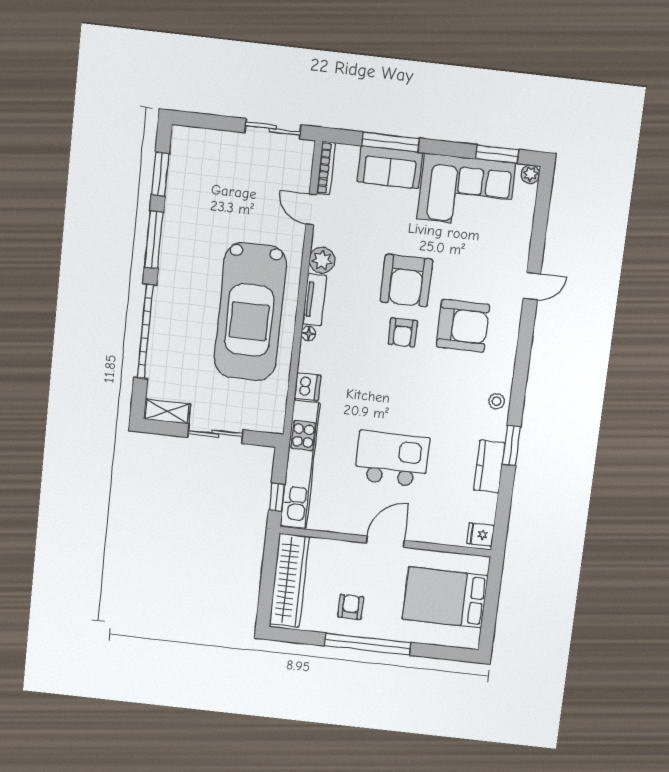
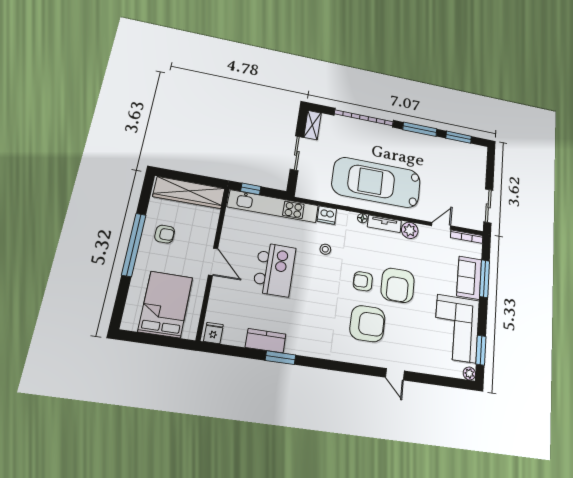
armchair: (406, 280) -> (398, 285), turned -90
armchair: (463, 326) -> (367, 324), turned -90
stool: (497, 401) -> (325, 249), moved

